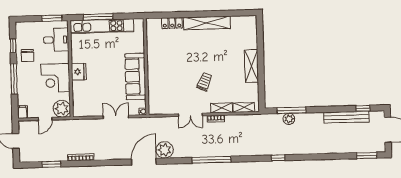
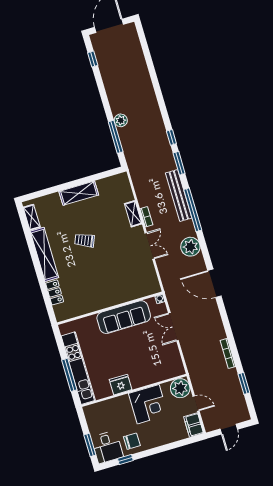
window: (52, 18) -> (90, 445), moved
desk: (56, 40) -> (107, 447), moved, turned 180
fridge: (79, 72) -> (121, 385), moved
window: (14, 79) -> (161, 449), removed
trolley: (204, 82) -> (85, 240), moved
shelving: (244, 107) -> (32, 217), moved
filing cabinet: (23, 112) -> (194, 425), width x2.00
bench: (346, 117) -> (179, 196), moved
plant: (289, 119) -> (121, 120), moved
plant: (165, 150) -> (190, 247), moved
window: (367, 155) -> (179, 163), moved

